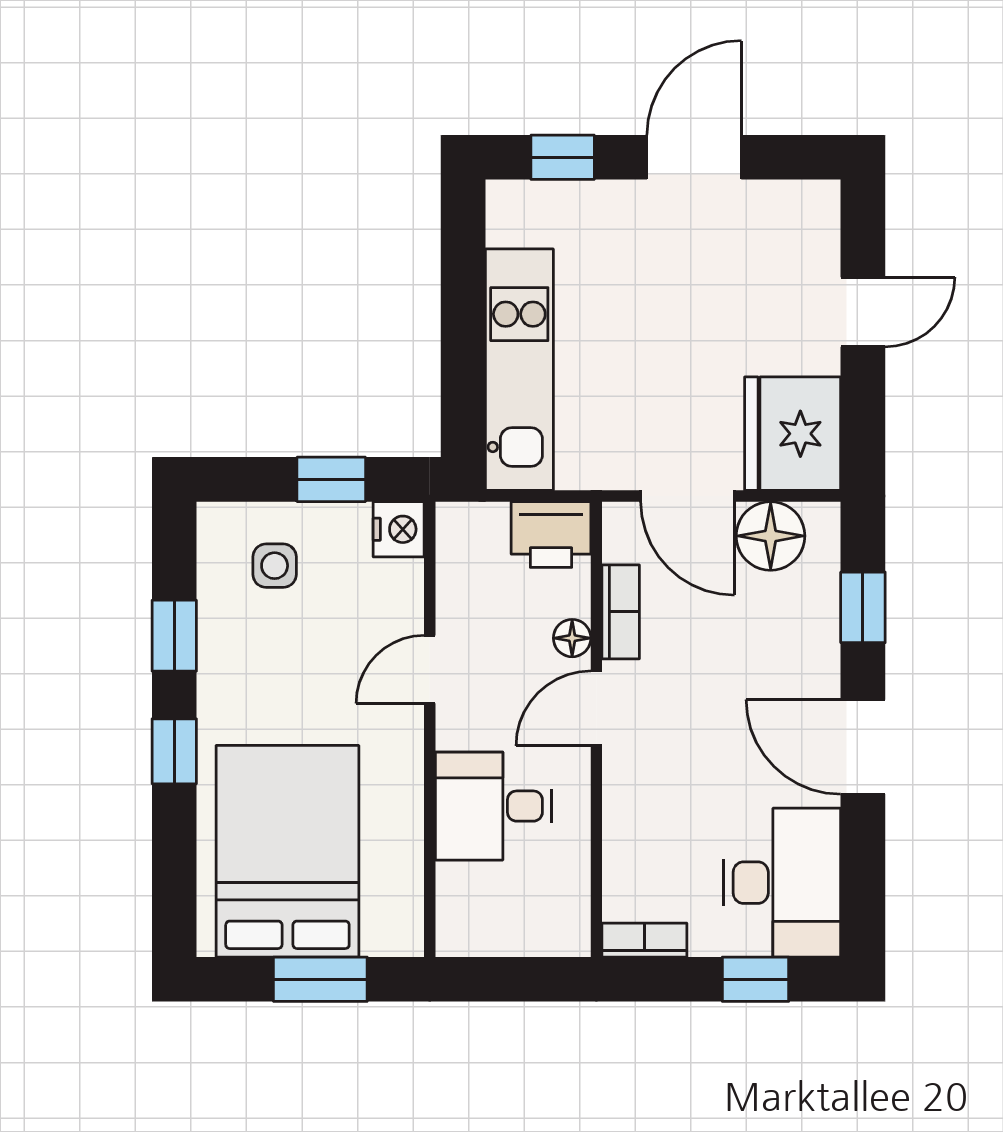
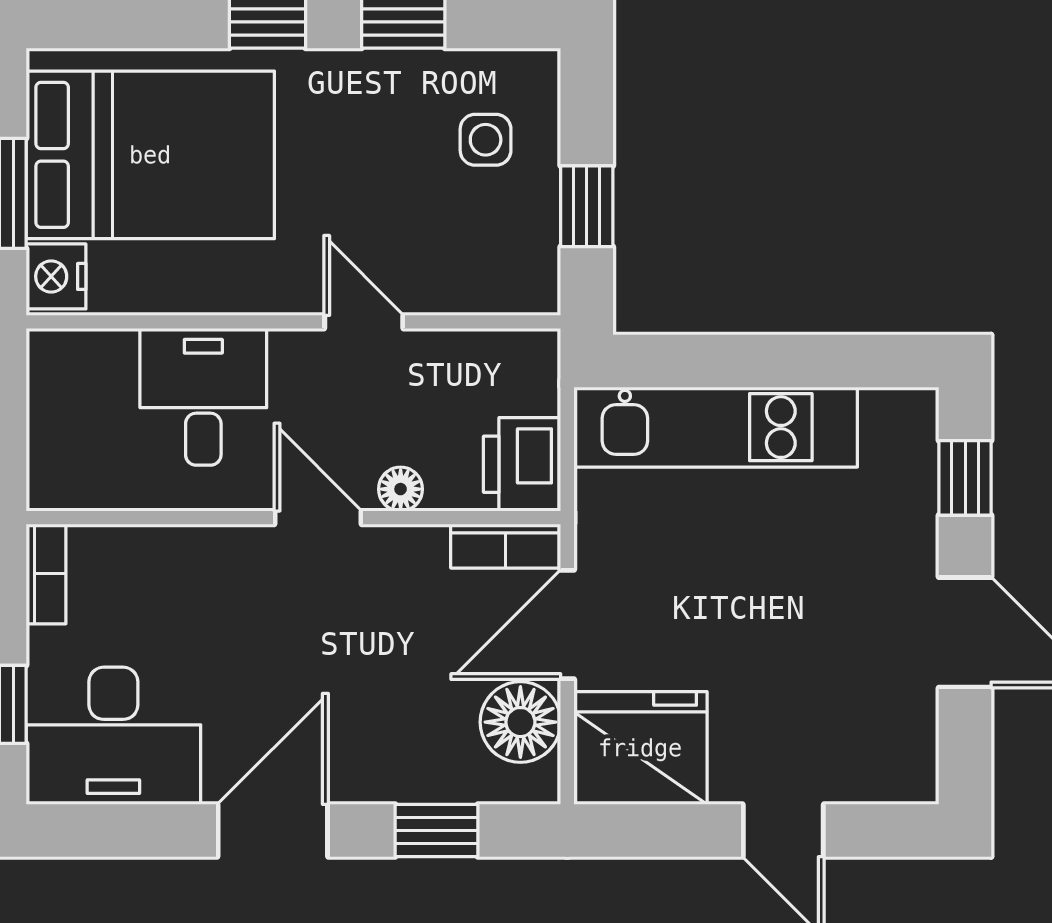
nightstand: (399, 529) -> (56, 276), moved, turned 90
bookcase: (621, 612) -> (506, 546), moved

